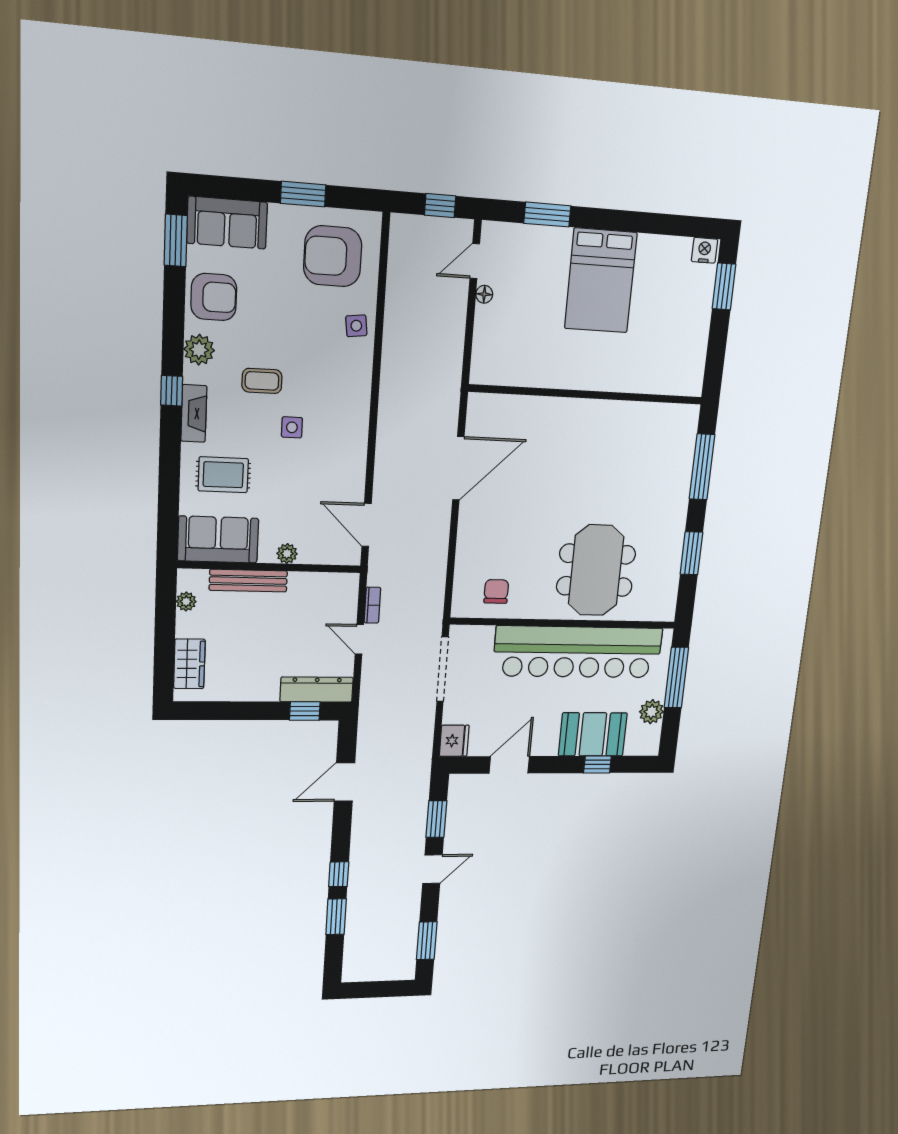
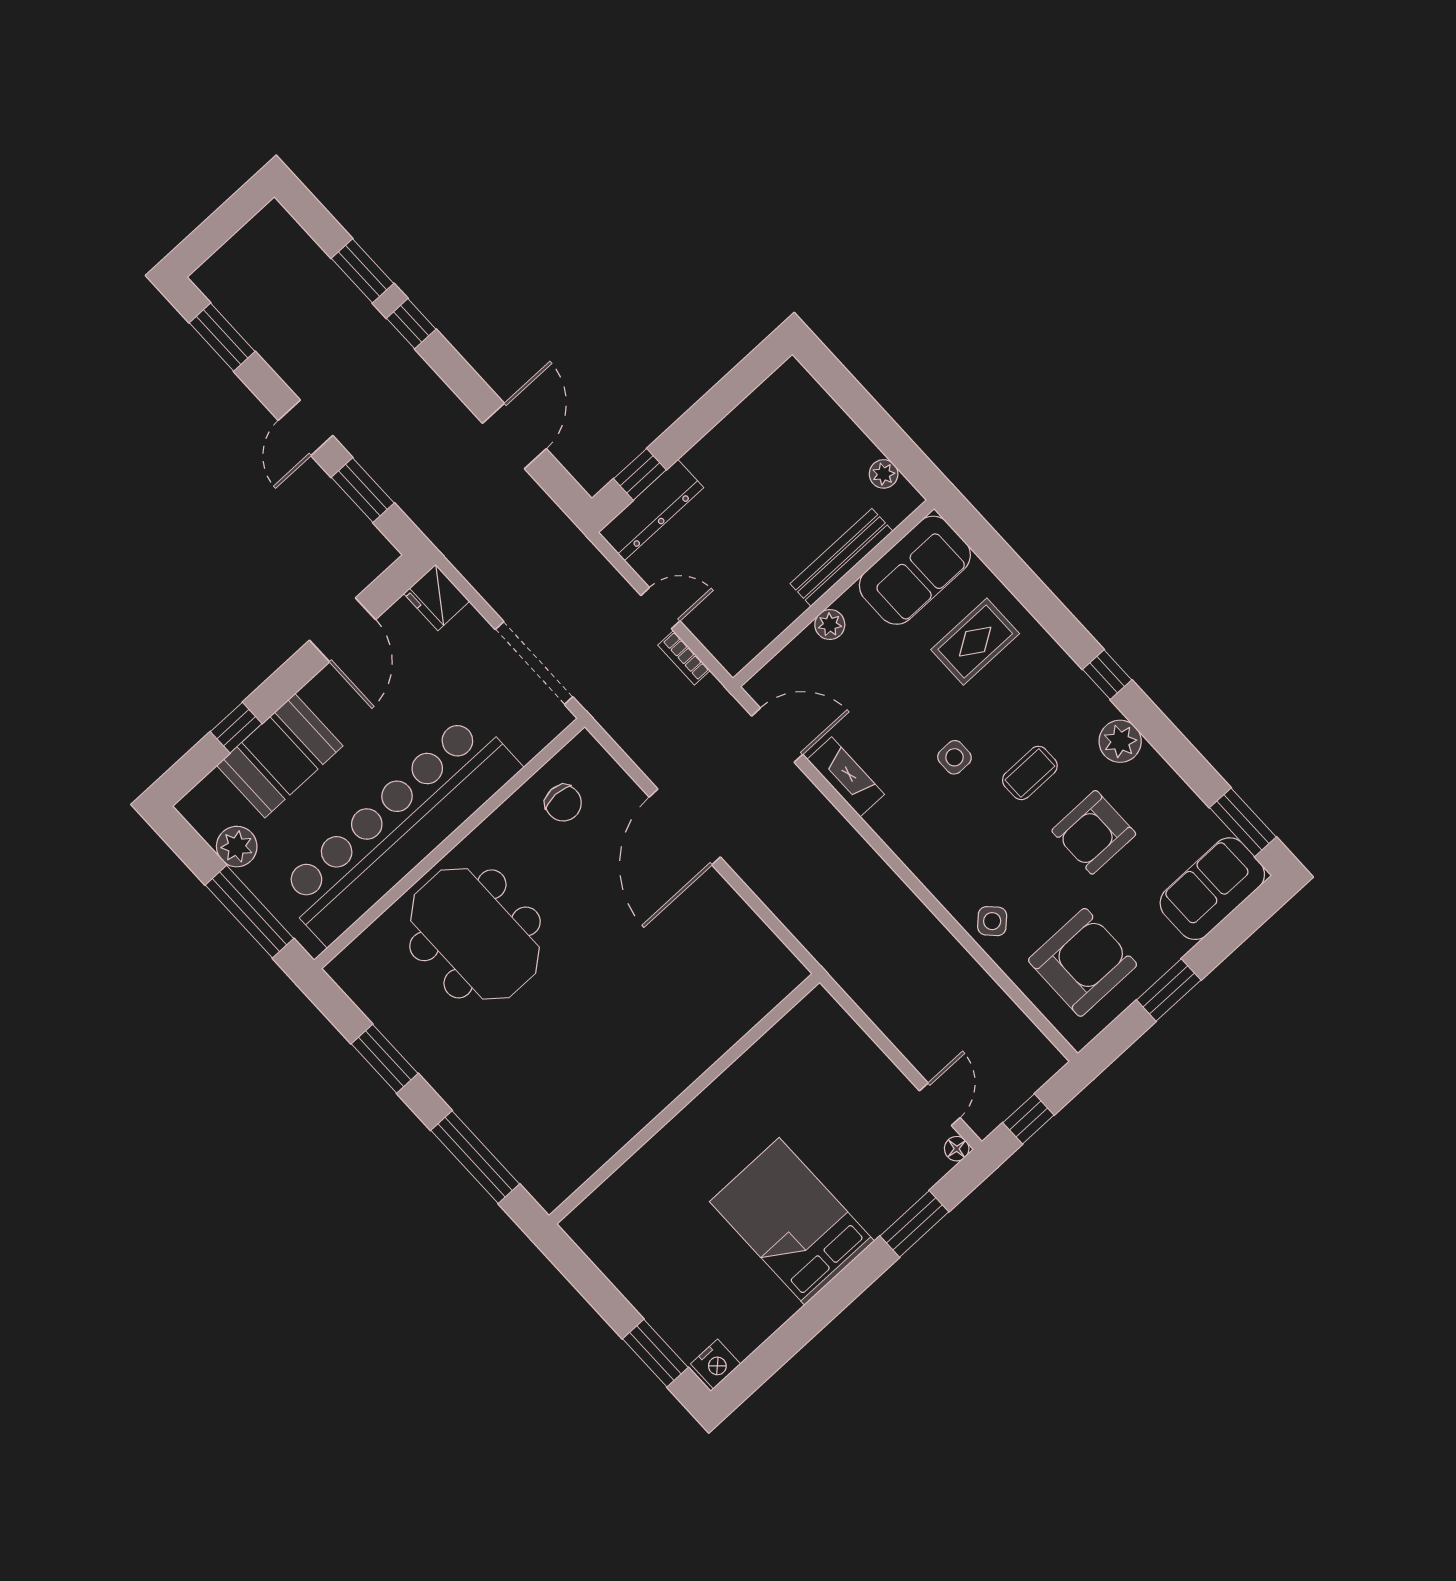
floor lamp: (484, 294) -> (957, 1149), moved
armchair: (214, 297) -> (1094, 832), moved
side table: (356, 326) -> (992, 921), turned -37
fireplace: (194, 413) -> (846, 777), moved, turned 180
door: (458, 468) -> (685, 827), moved
wardrobe: (189, 664) -> (815, 410), removed

